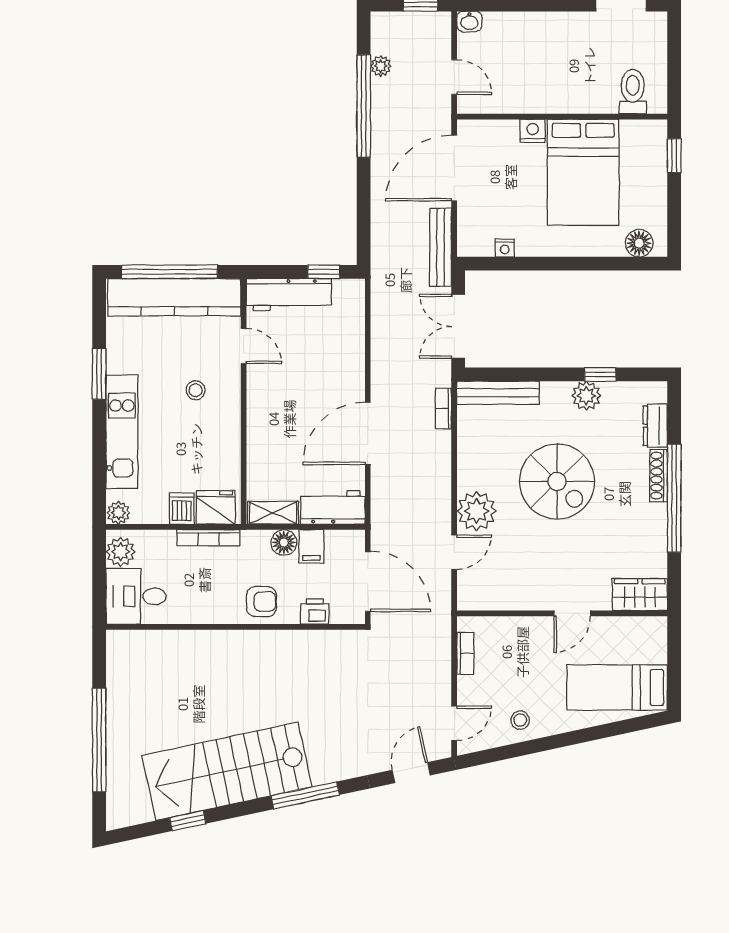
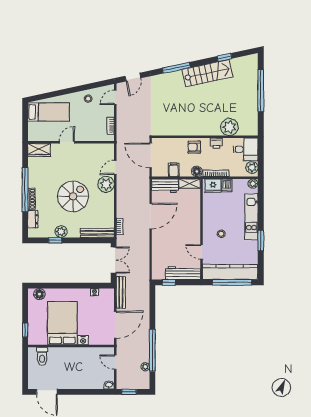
spiral stairs: (557, 481) -> (73, 196), turned 90
floor lamp: (284, 543) -> (197, 171), moved
printer: (315, 611) -> (216, 143), moved
plant: (176, 651) -> (229, 127), added
stairs: (227, 771) -> (207, 73), width x0.73, depth x0.66

